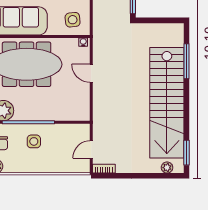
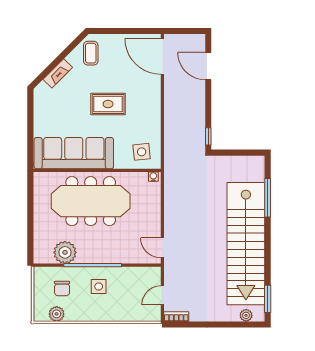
door: (91, 73) -> (162, 248), moved

